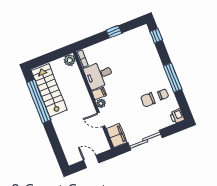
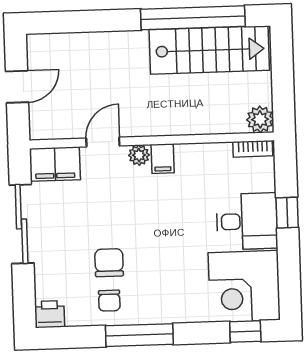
window: (114, 32) -> (287, 213), moved
corner desk: (138, 43) -> (244, 286), added
desk: (99, 75) -> (247, 221), moved, turned 90

